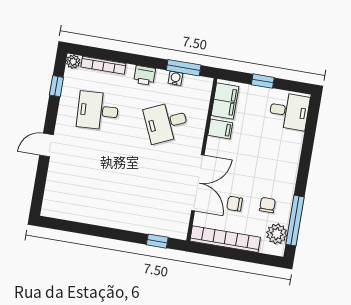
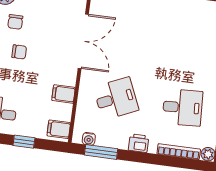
water cooler: (175, 78) -> (89, 139), moved
filing cabinet: (225, 101) -> (59, 129), width x0.50
double door: (198, 183) -> (83, 41), swing flipped
chair: (235, 204) -> (19, 52), moved

